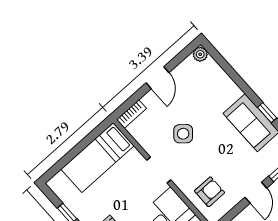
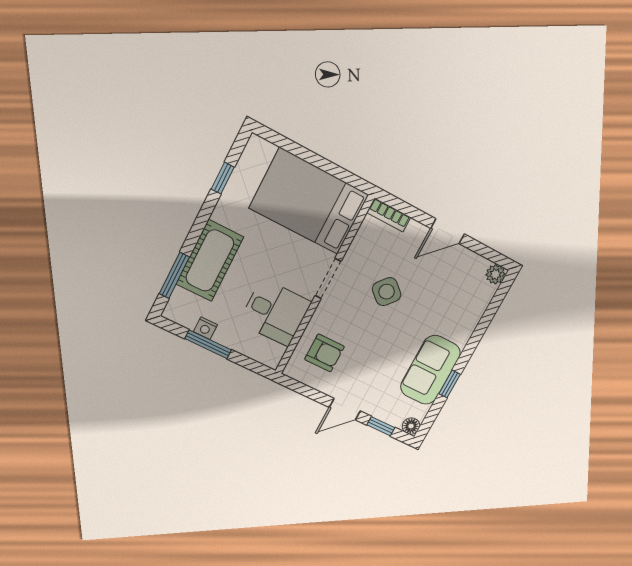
bed: (97, 158) -> (309, 201), width x1.50

